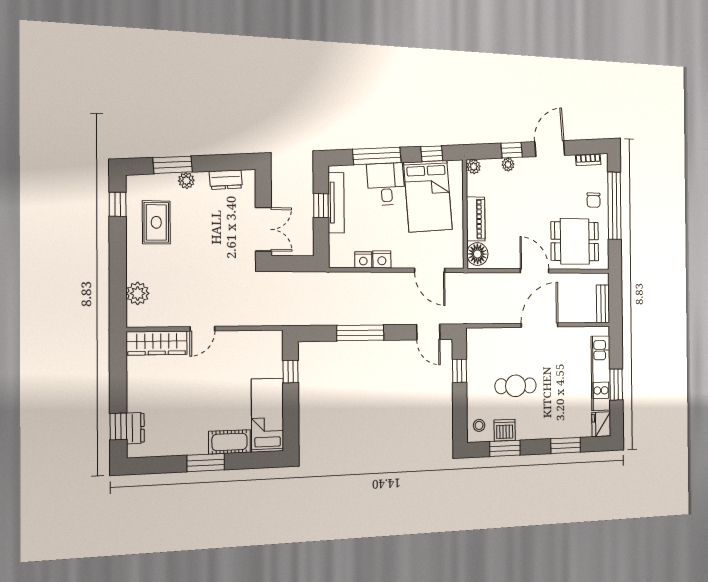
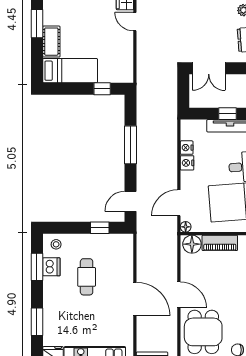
floor lamp: (458, 262) -> (186, 227), added
door: (535, 271) -> (179, 295), hinge flipped

